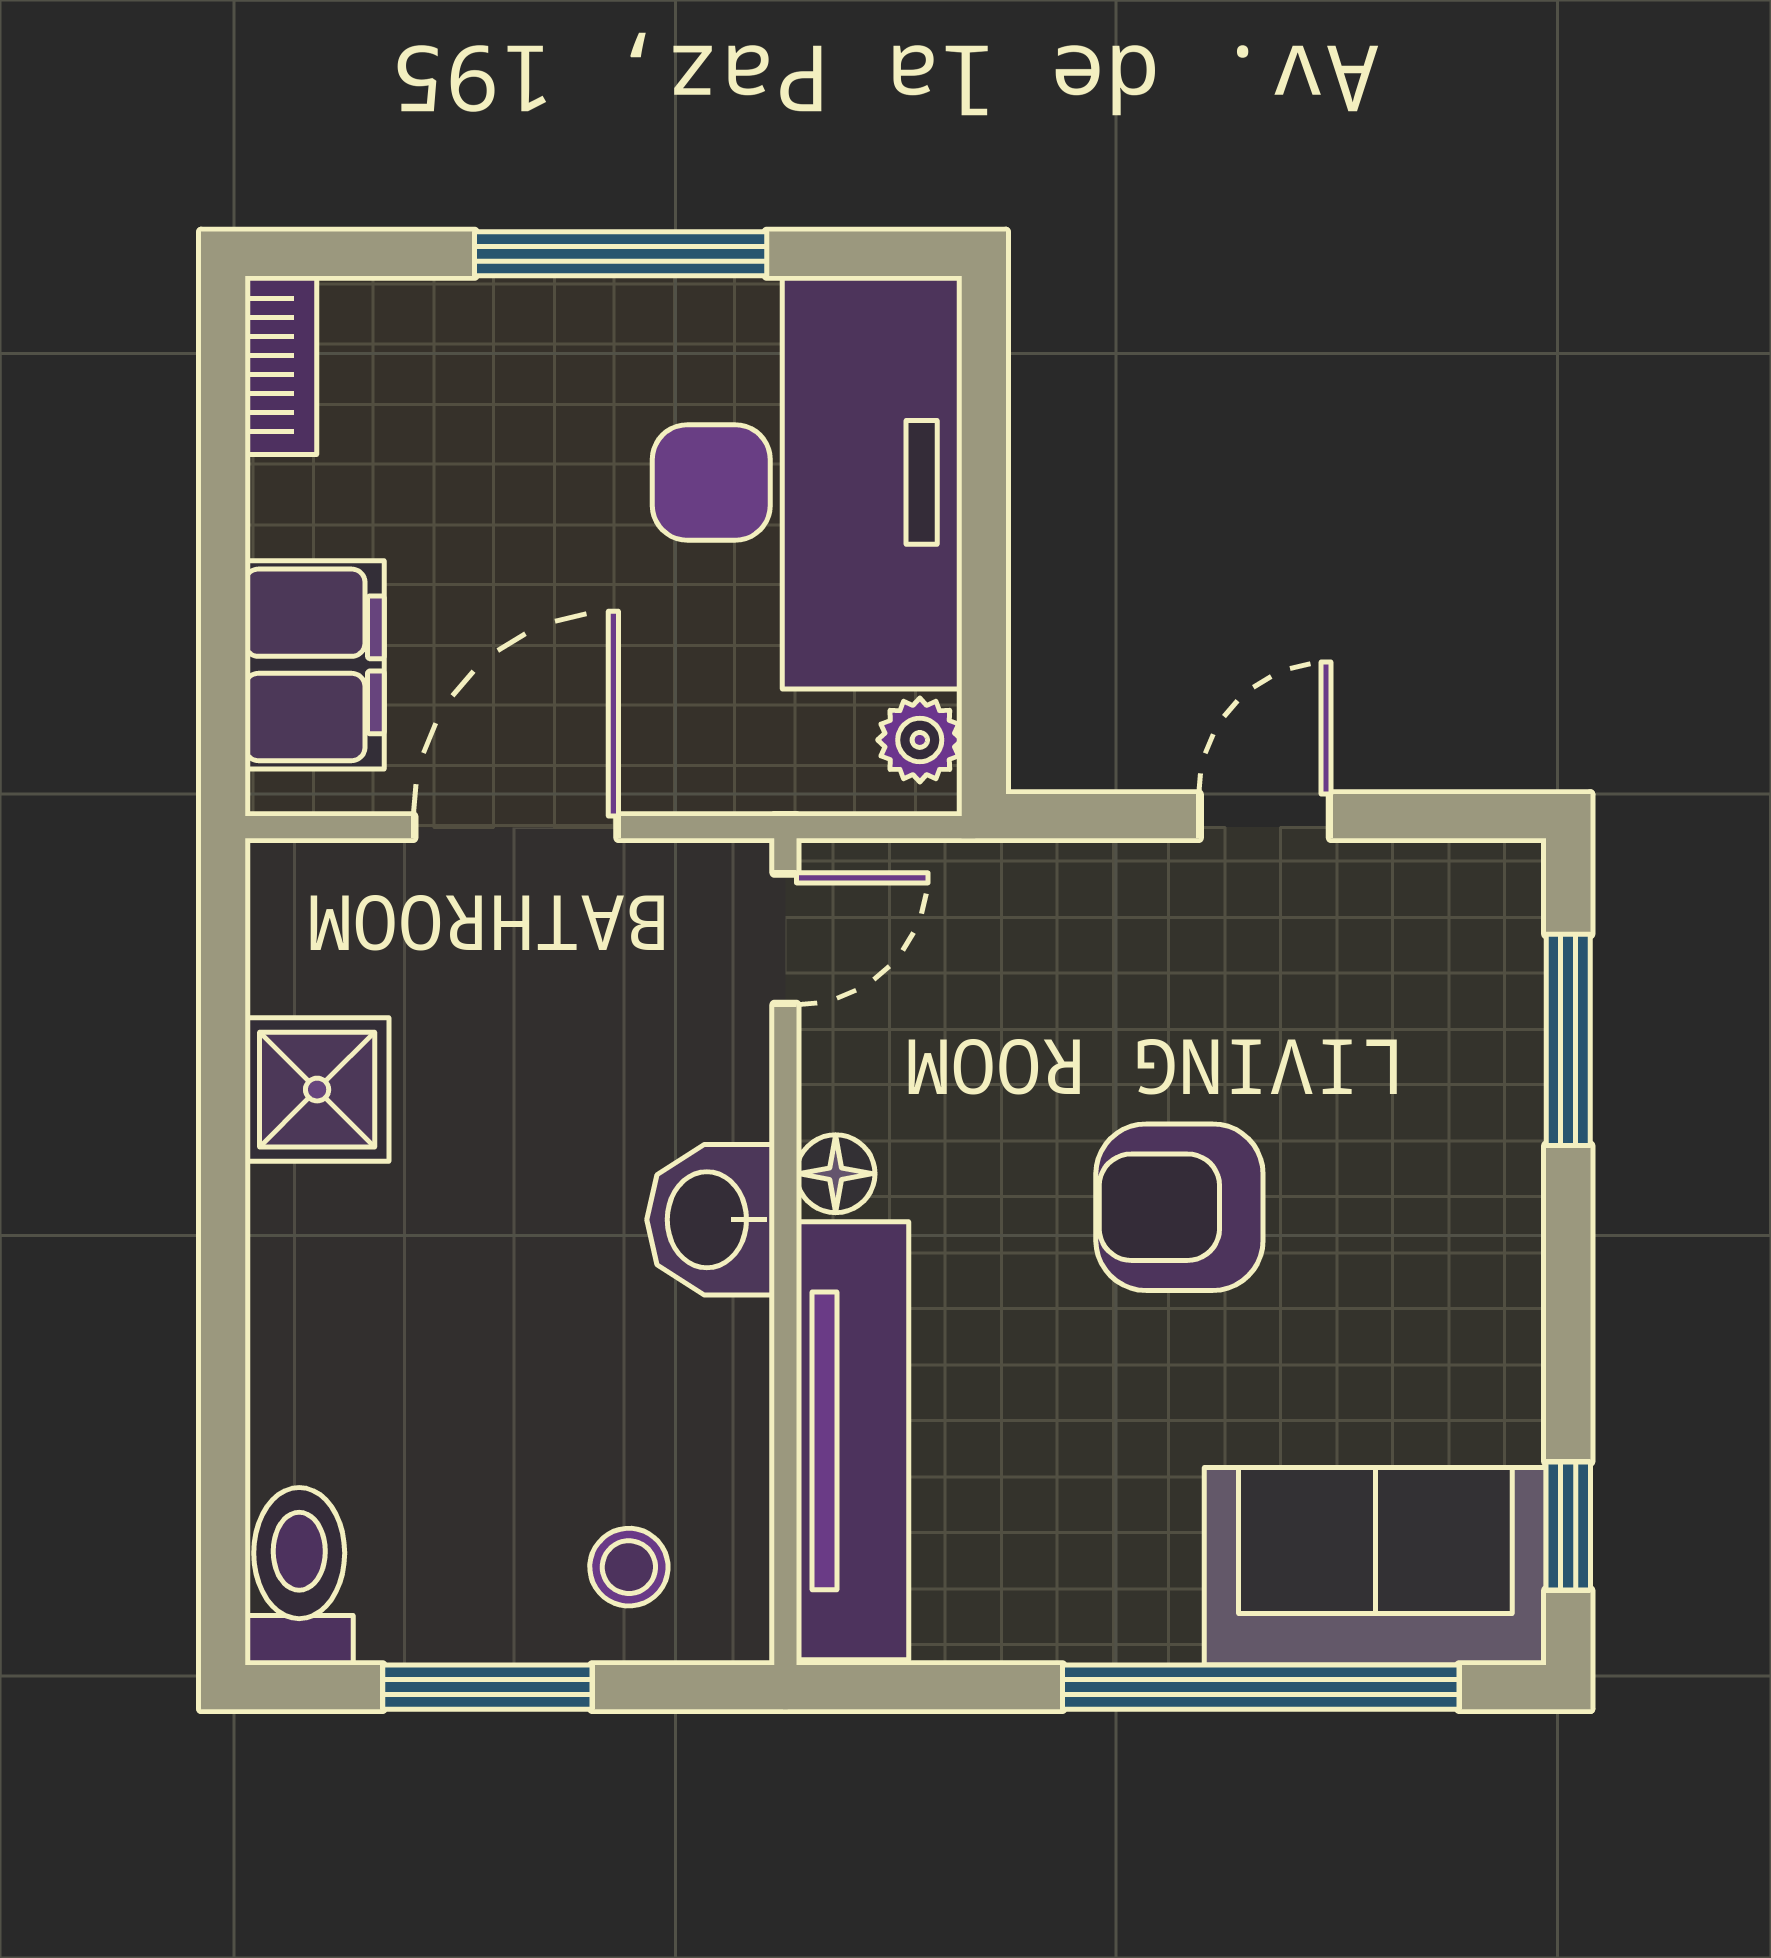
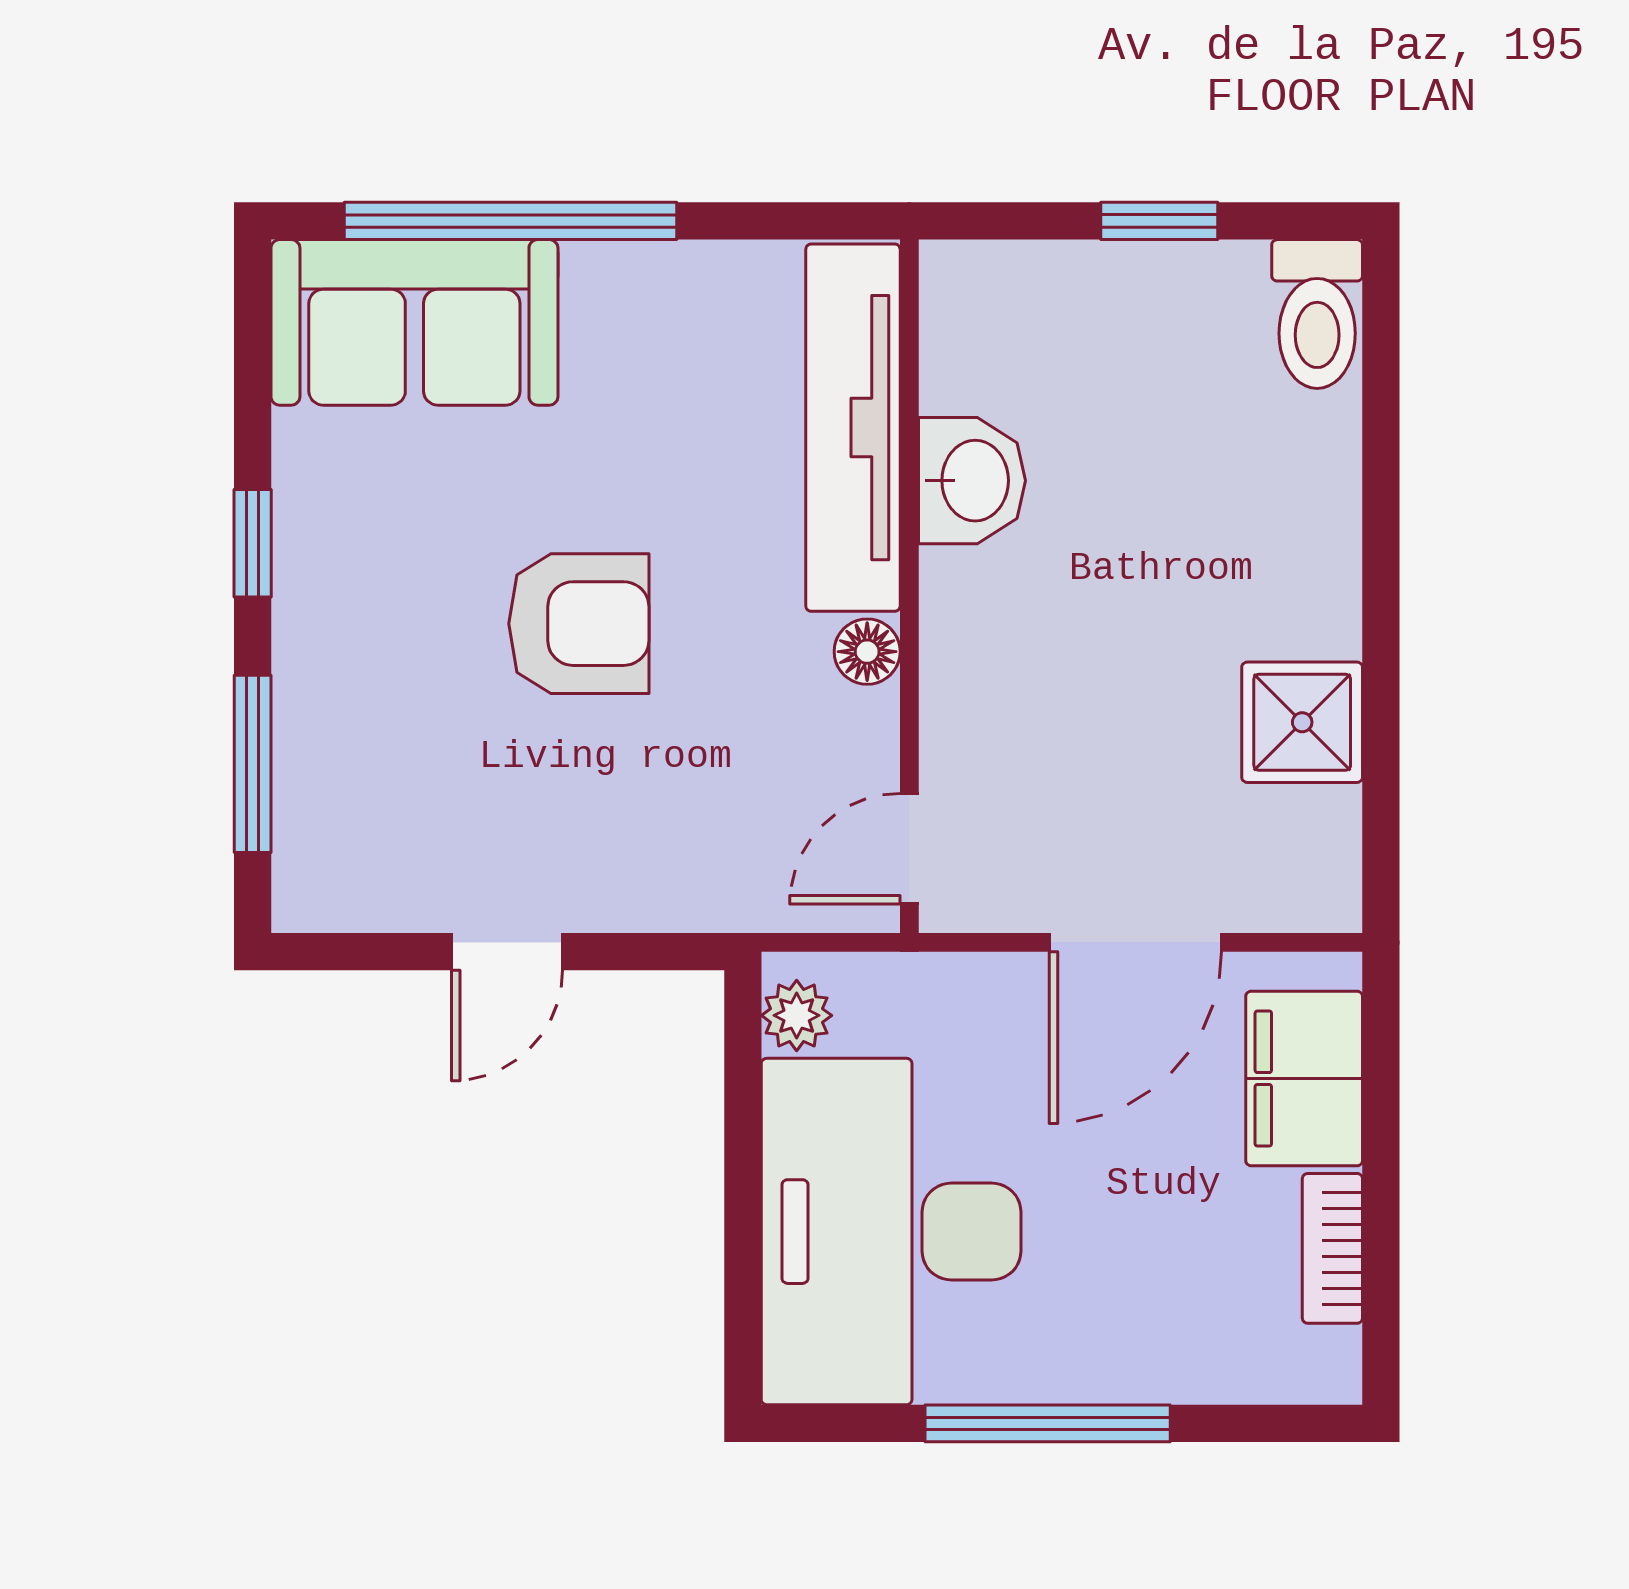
bookcase: (281, 365) -> (1332, 1248), moved
washbasin: (711, 1220) -> (972, 481), moved
window: (1568, 1526) -> (253, 543), moved
stool: (629, 1567) -> (1041, 322), removed
window: (487, 1687) -> (1159, 221), width x0.67

